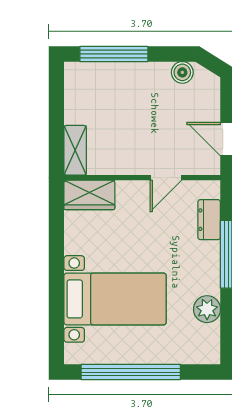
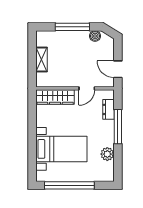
window: (114, 54) -> (72, 27), moved
shelving: (75, 150) -> (42, 59), moved
wardrobe: (89, 195) -> (55, 97), width x1.50

